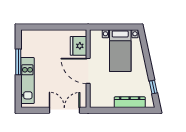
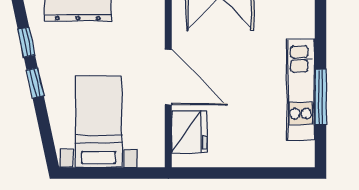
window: (149, 68) -> (35, 83), added
kitchen unit: (27, 80) -> (301, 90), moved

